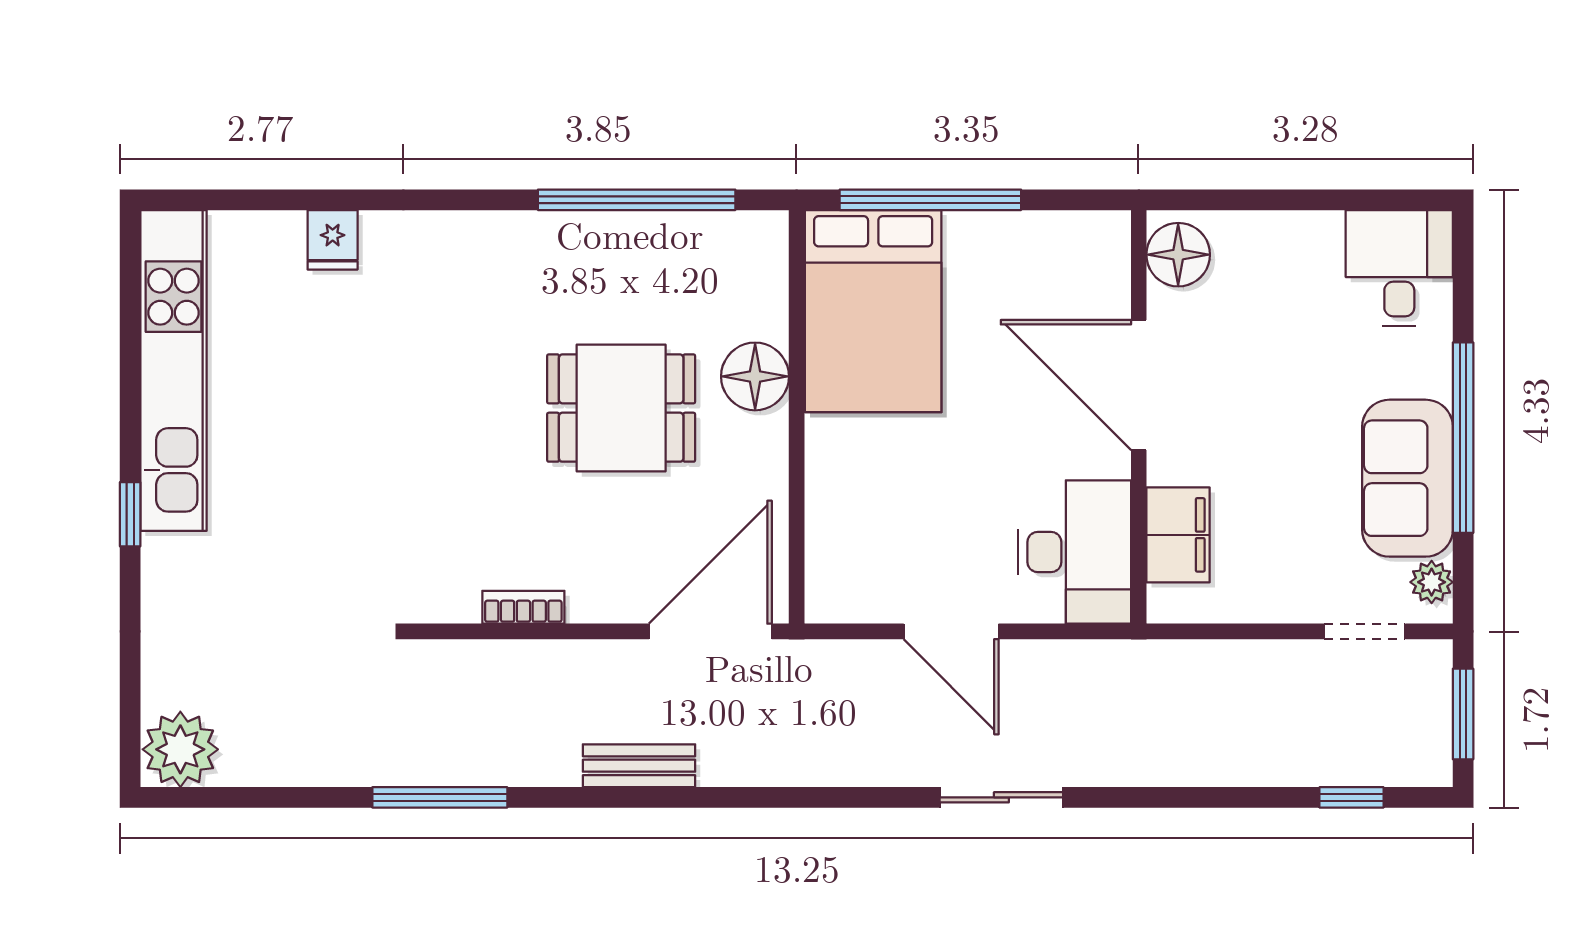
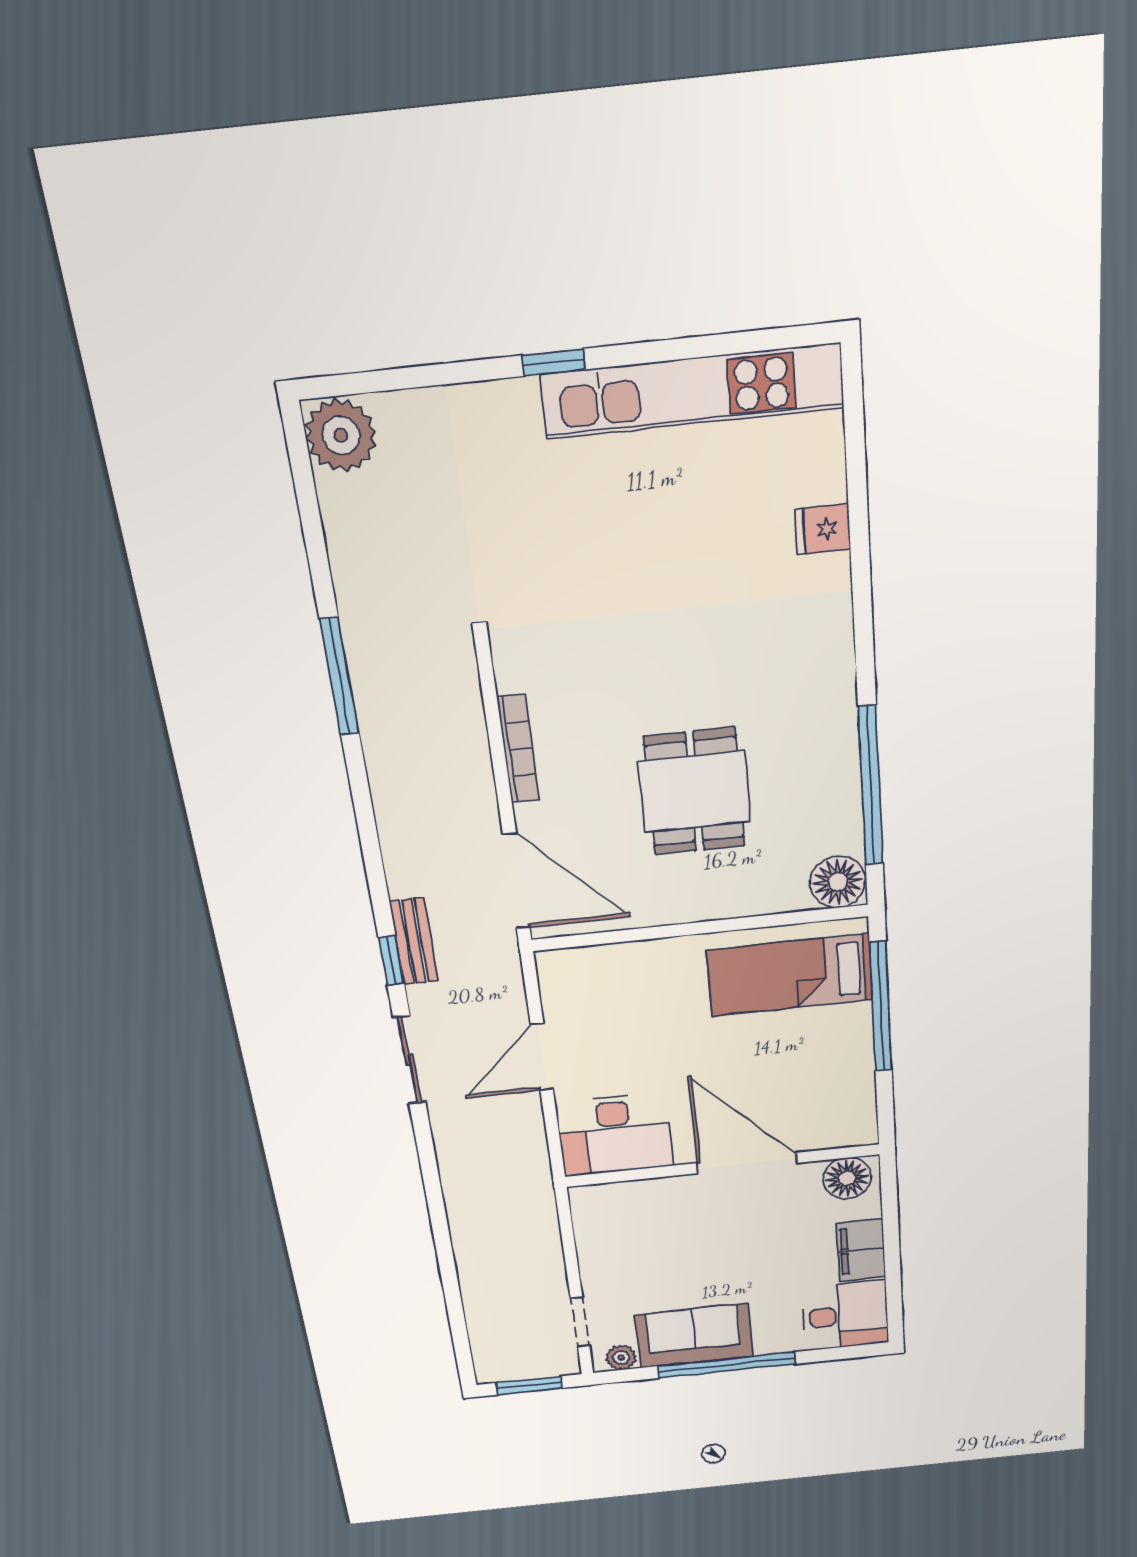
bed: (873, 311) -> (790, 975), width x0.67
floor lamp: (755, 376) -> (838, 882), moved
door: (1139, 385) -> (747, 1163), hinge flipped
filing cabinet: (1178, 535) -> (861, 1250), moved, turned 90
bookcase: (523, 607) -> (518, 749), width x1.56
bench: (639, 766) -> (414, 941), moved
sliding door: (1001, 797) -> (409, 1060), moved
window: (1351, 797) -> (391, 961), moved

